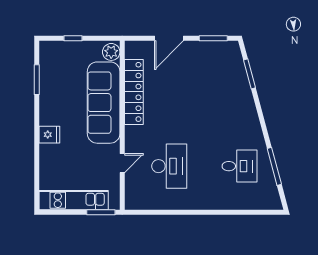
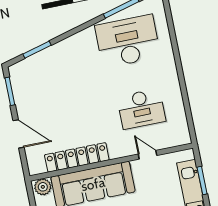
desk: (169, 166) -> (141, 109), turned 180
desk: (240, 166) -> (128, 41), width x1.87, depth x1.30
window: (101, 212) -> (202, 181), moved

